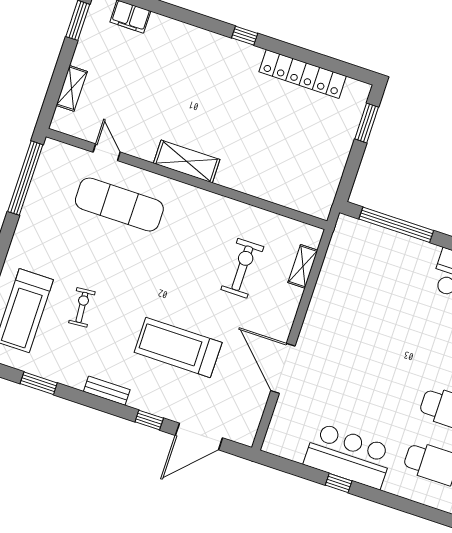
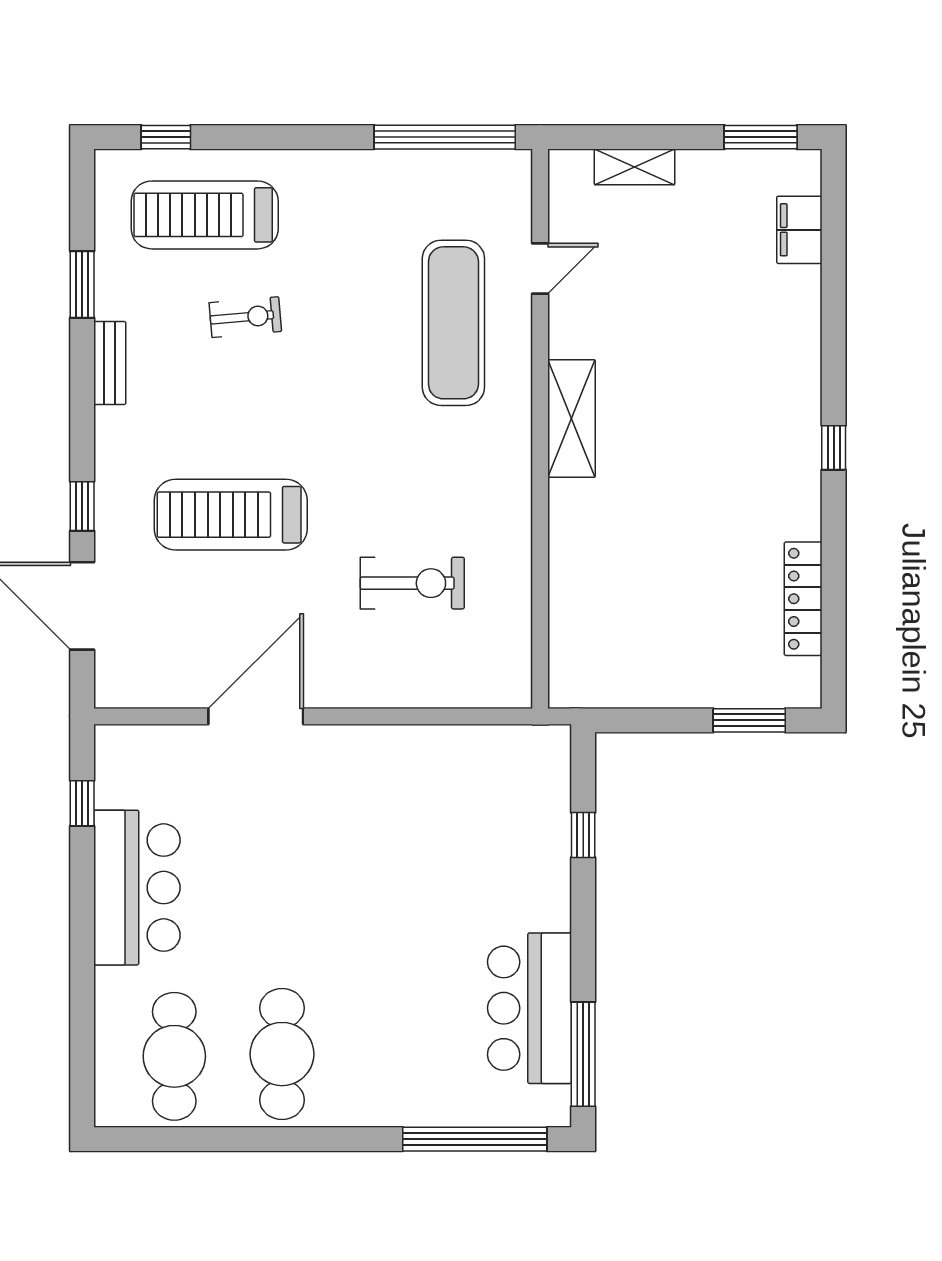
locker: (303, 74) -> (803, 599), width x0.71, depth x0.83
window: (396, 225) -> (583, 835), width x0.32
shelving: (303, 266) -> (452, 691), removed
treadmill: (178, 347) -> (231, 515), turned -90
bench: (107, 391) -> (110, 363), moved
window: (339, 483) -> (82, 803), moved

